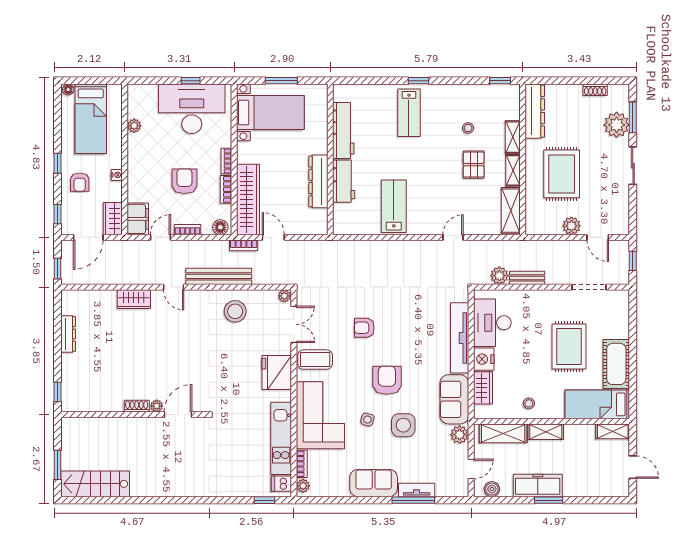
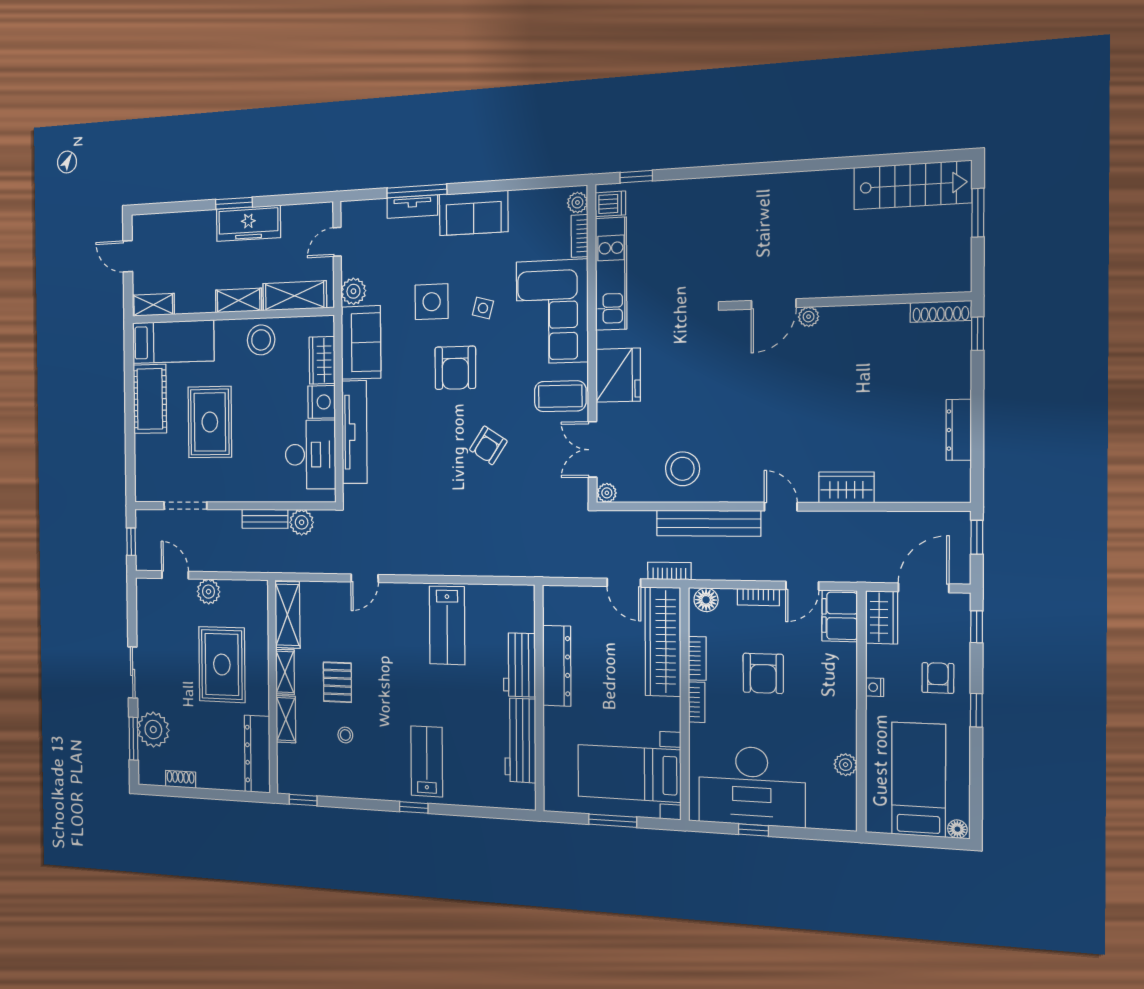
armchair: (364, 328) -> (488, 445), turned 123
stool: (529, 403) -> (261, 340), width x1.89, depth x1.89
shoe rack: (137, 406) -> (941, 311), moved, width x1.43
boiler: (492, 489) -> (309, 214), removed

